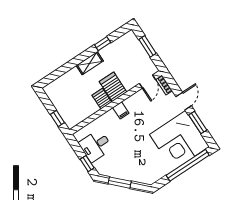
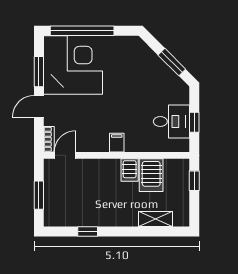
shelving: (90, 63) -> (155, 219), moved
server rack: (113, 87) -> (151, 175), moved
window: (87, 164) -> (194, 122), moved

